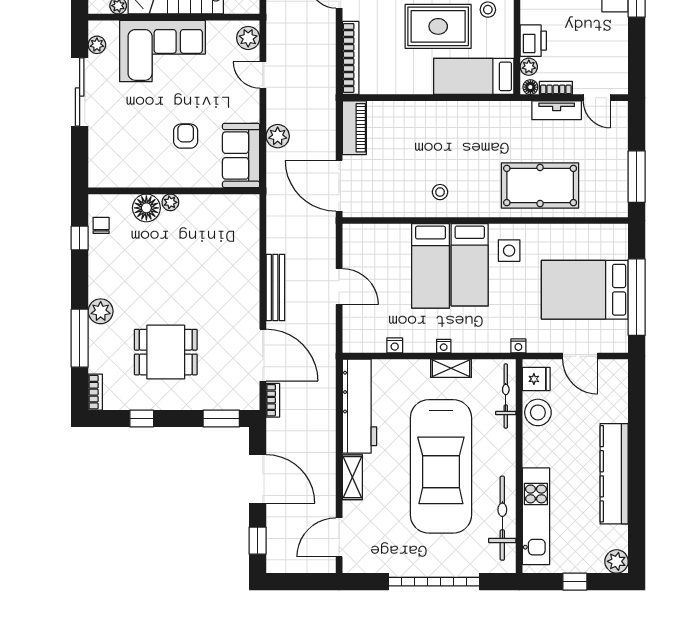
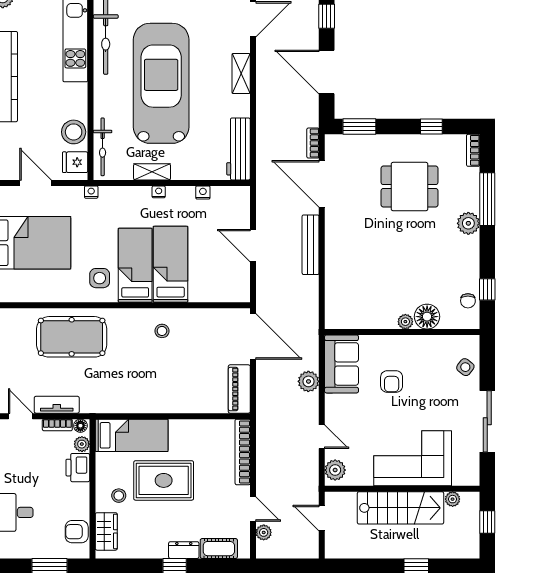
plant: (97, 45) -> (472, 464), removed
side table: (104, 152) -> (465, 367), added
workbench: (359, 406) -> (238, 149), width x0.73, depth x0.76

